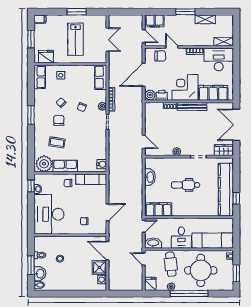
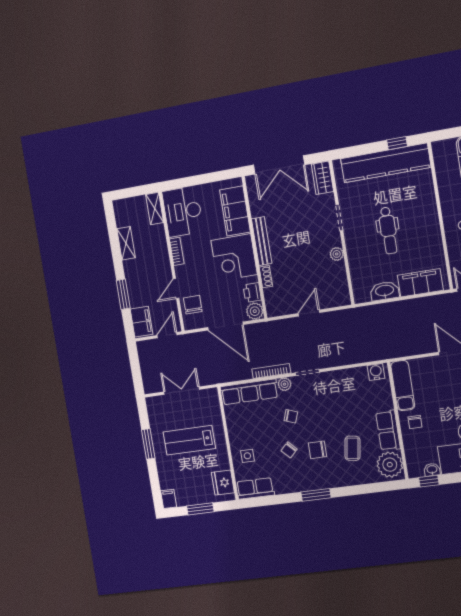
window: (185, 12) -> (123, 294), moved
lab bench: (75, 39) -> (189, 440), turned 180
row of seats: (101, 77) -> (249, 392), width x1.48
door: (144, 142) -> (309, 313), moved
filing cabinet: (159, 209) -> (420, 283), moved, turned 90

